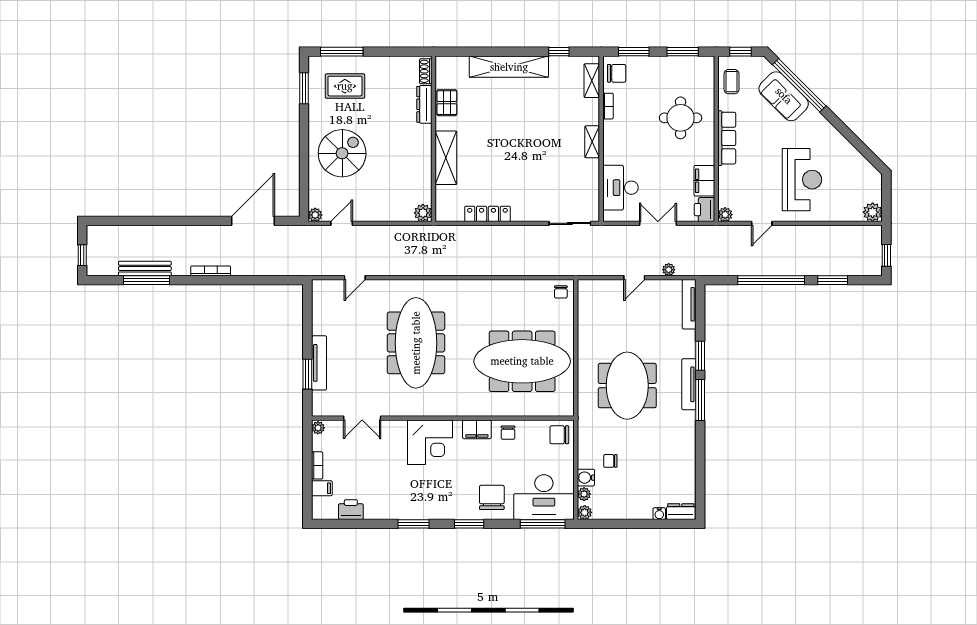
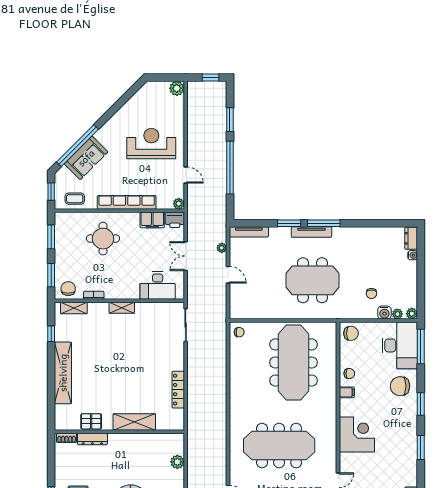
row of seats: (727, 138) -> (127, 202), width x1.36
plant: (423, 213) -> (177, 462), moved
filing cabinet: (477, 429) -> (347, 392), width x0.50
chair: (559, 435) -> (351, 333), turned -90

